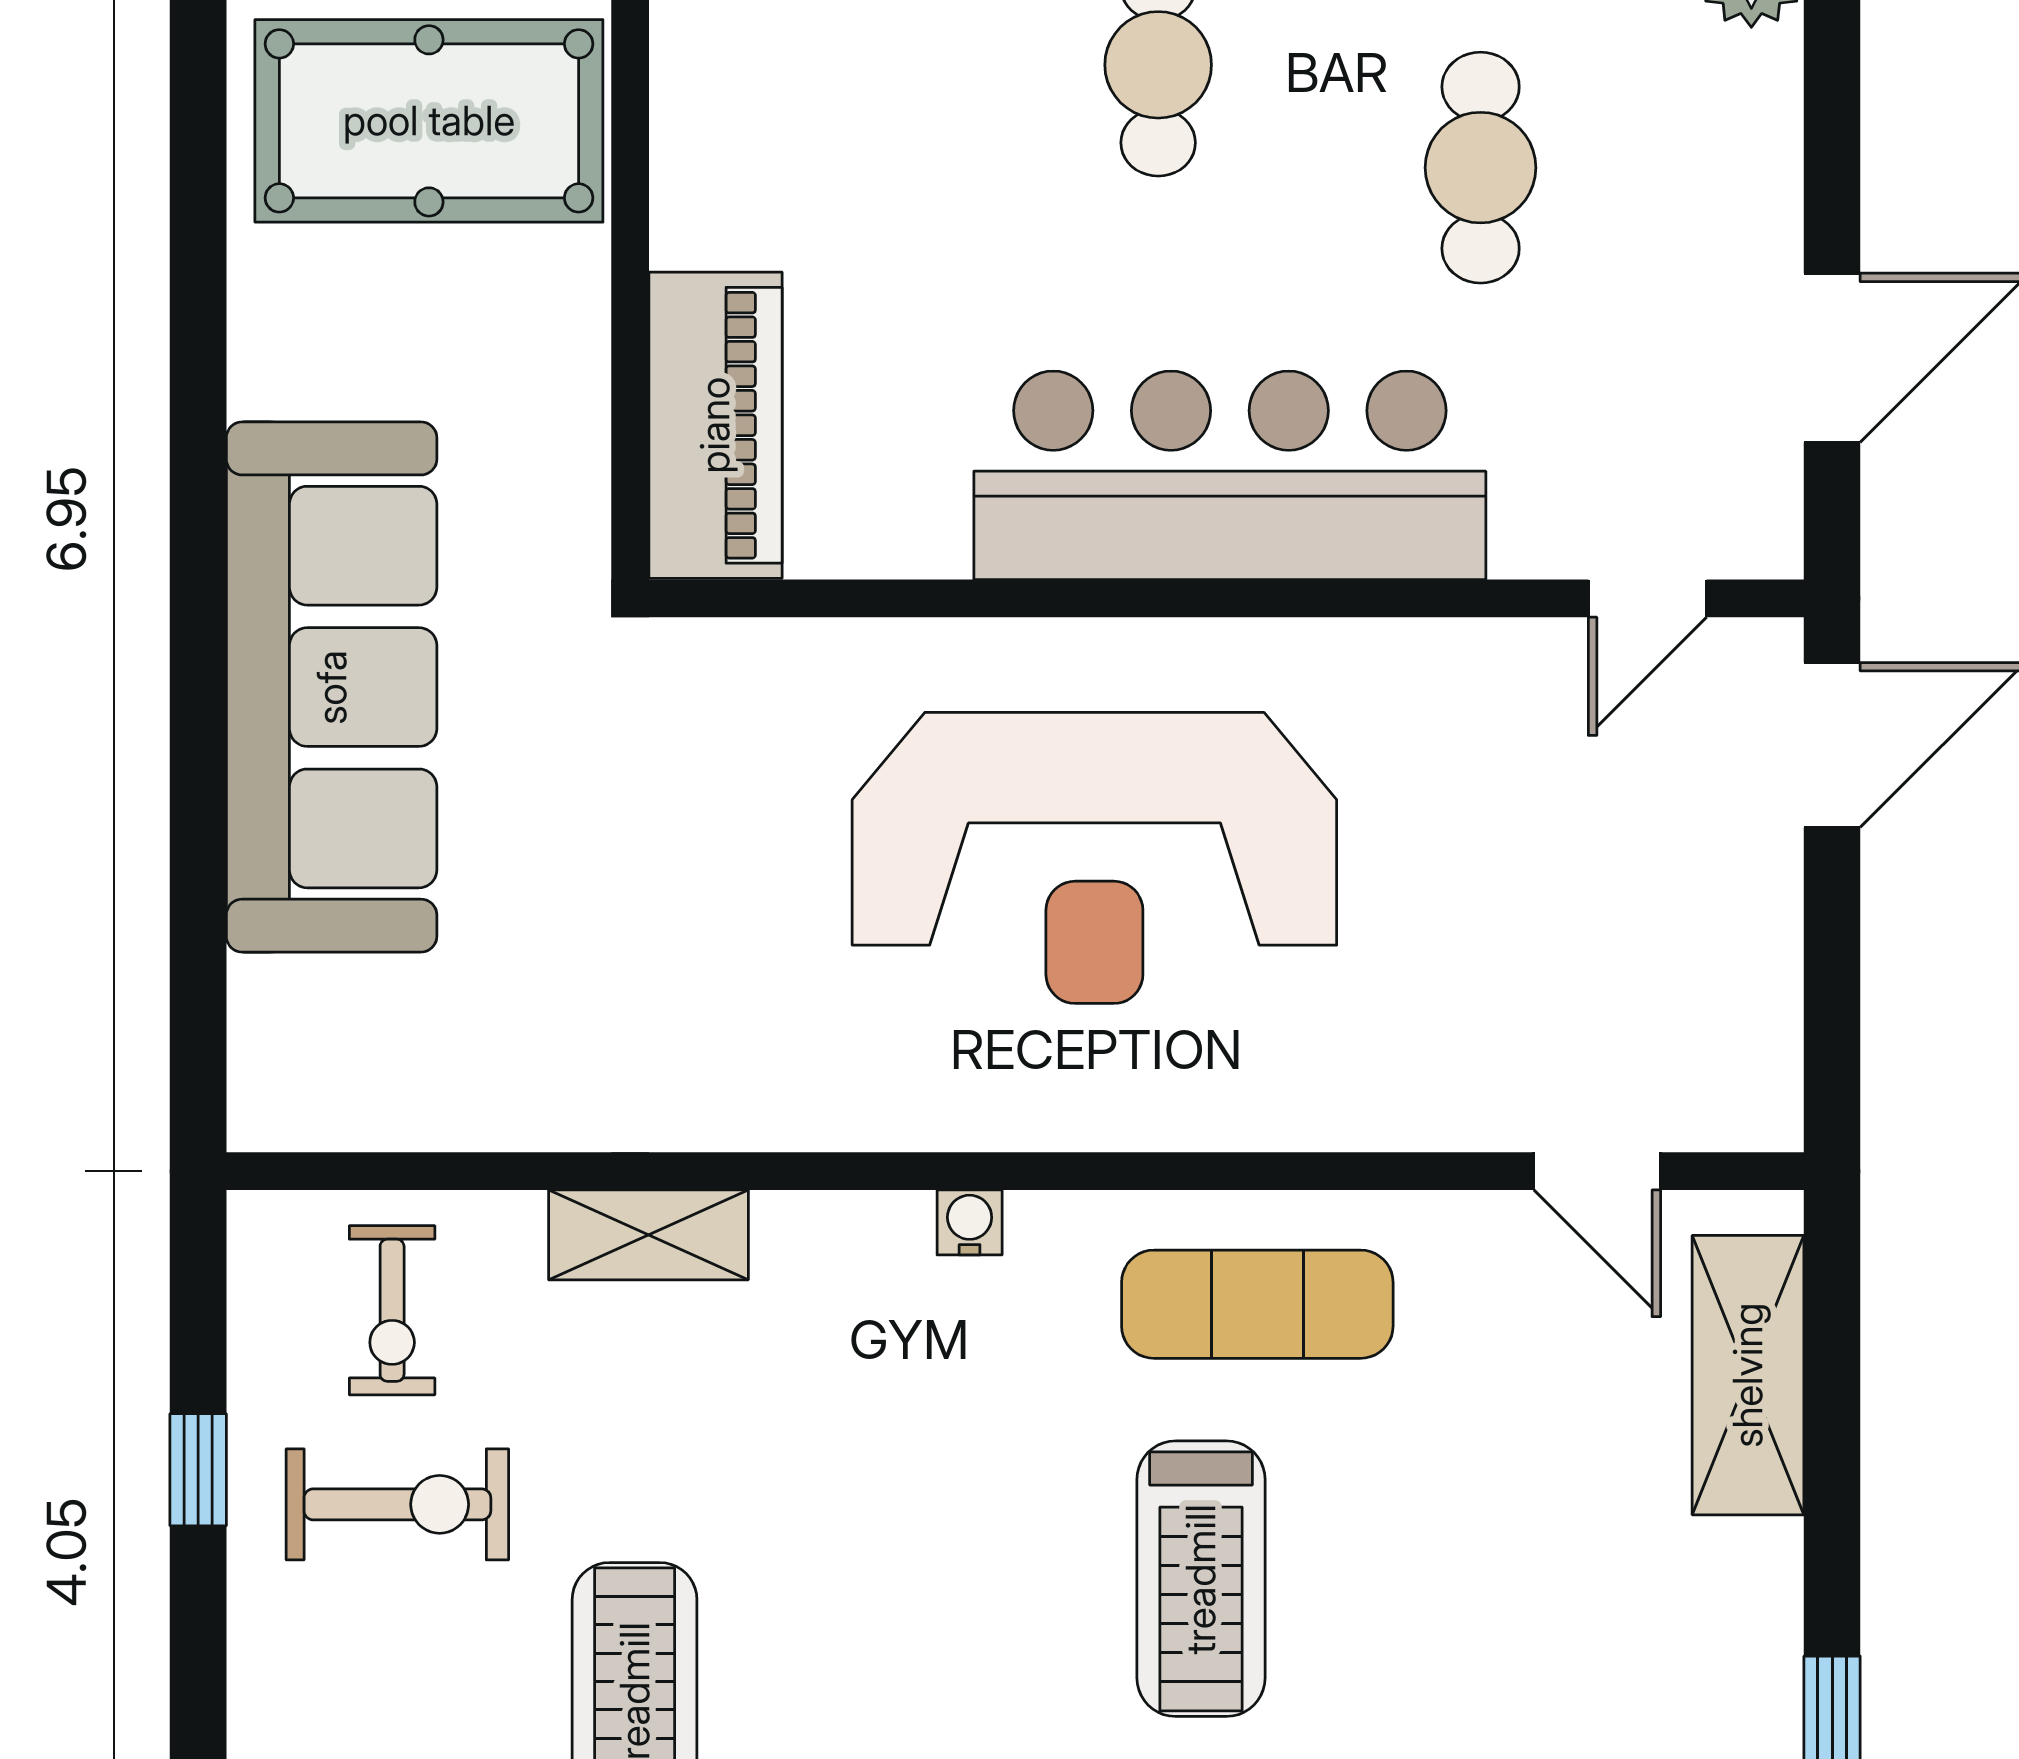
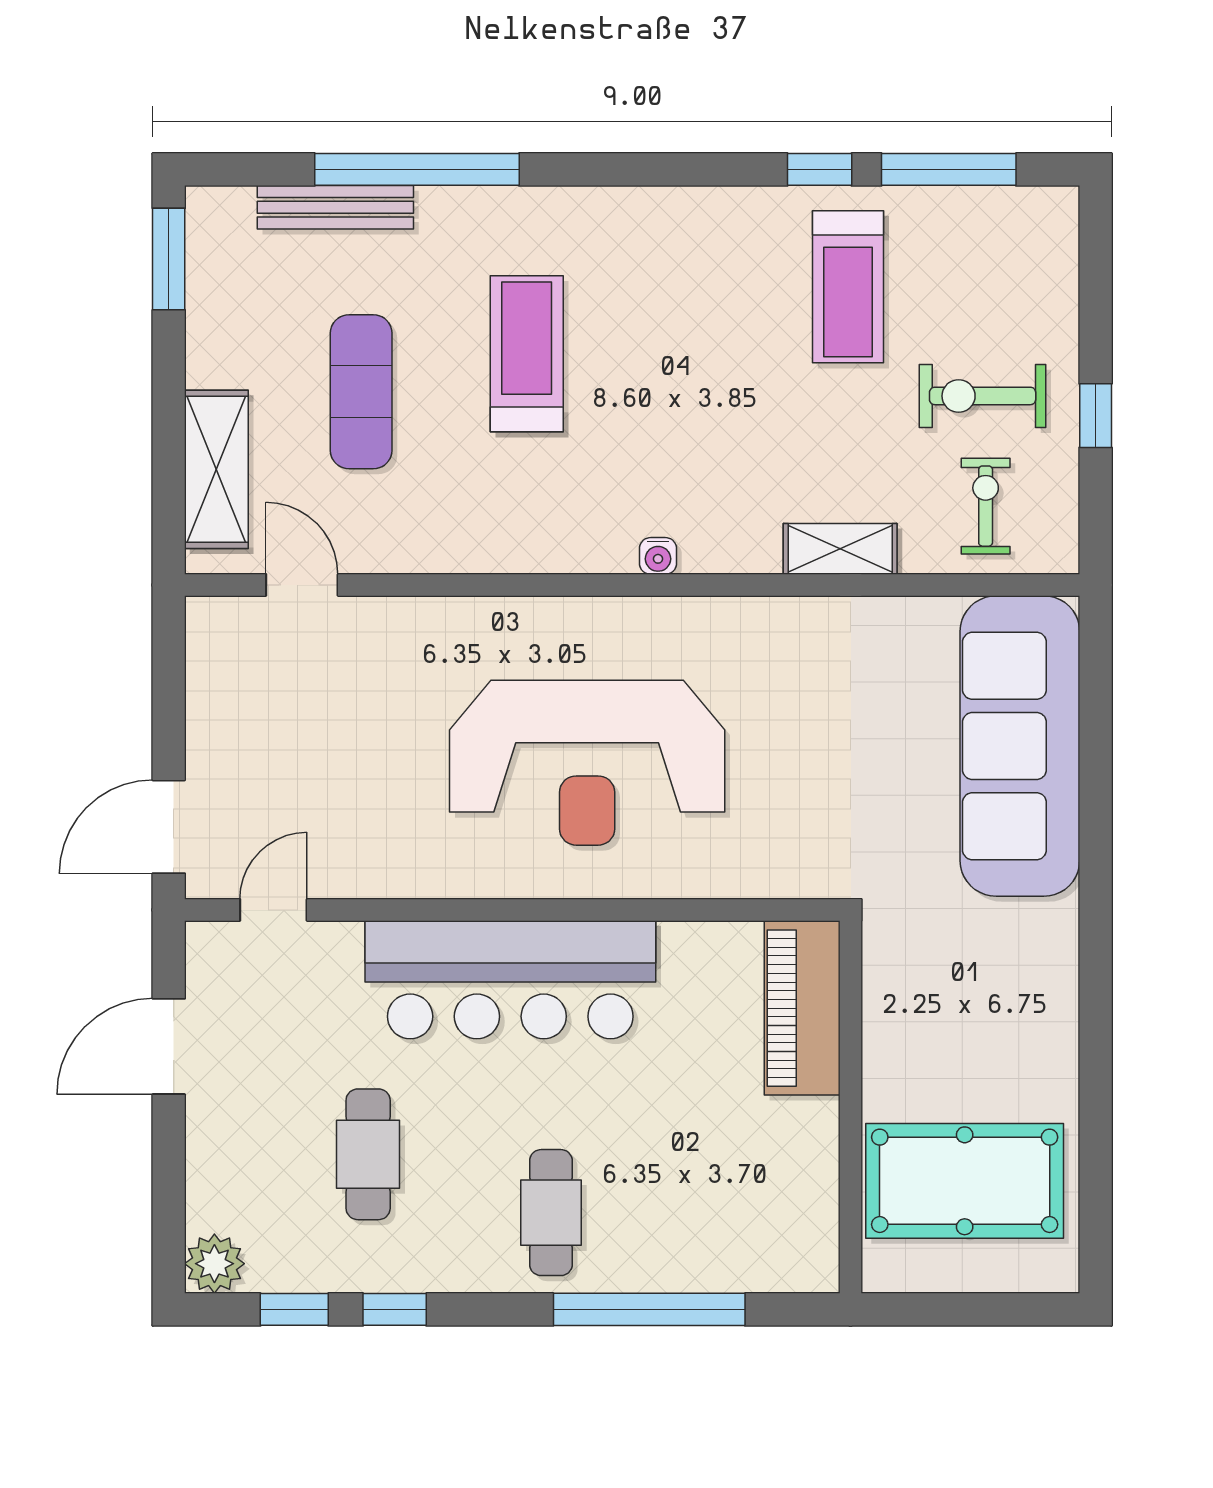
sofa: (332, 687) -> (1020, 746), moved
reception desk: (1094, 858) -> (587, 763), turned 180
exercise mat: (1257, 1304) -> (361, 392), moved, turned 90

